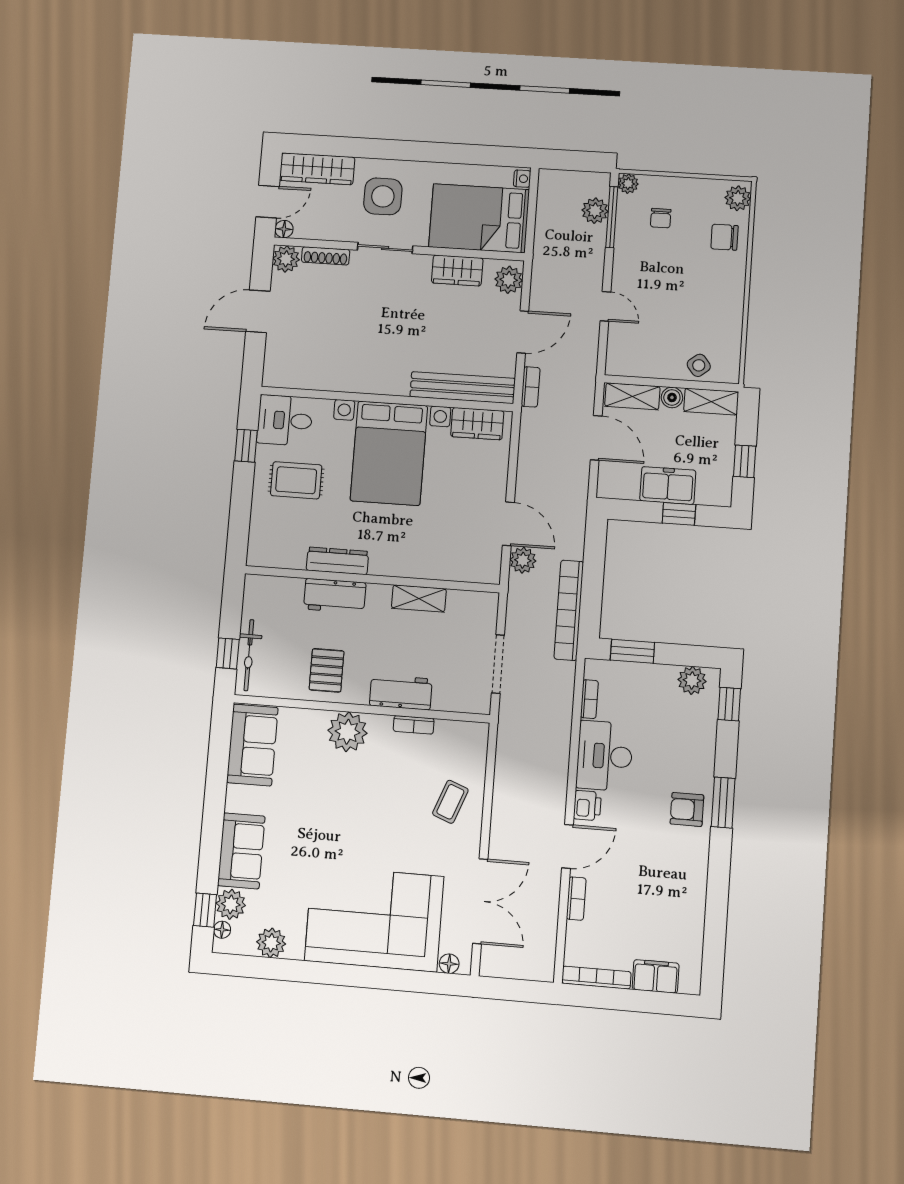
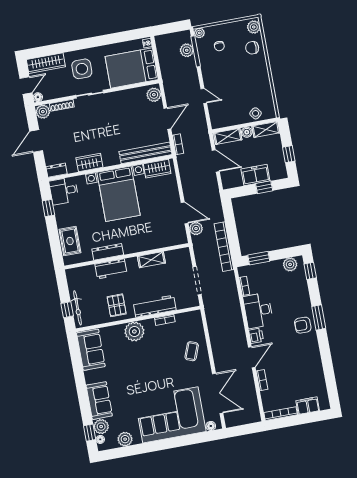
wardrobe: (457, 270) -> (89, 162), moved, turned 180
dresser: (282, 377) -> (57, 170), added
rug: (296, 480) -> (70, 241), moved, turned 90
workbench: (401, 692) -> (155, 306), width x1.37

